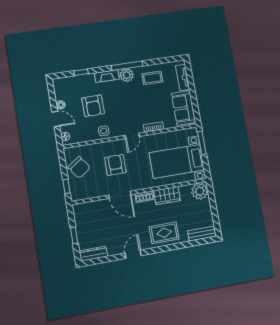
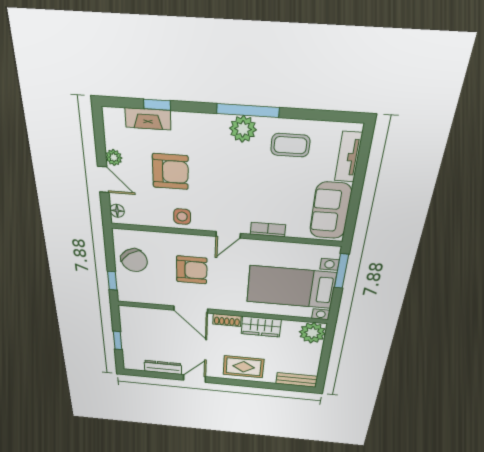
fireplace: (107, 76) -> (148, 119), moved
armchair: (93, 106) -> (170, 172), turned -89
armchair: (115, 165) -> (192, 270), turned 90
dresser: (93, 254) -> (163, 367), moved

